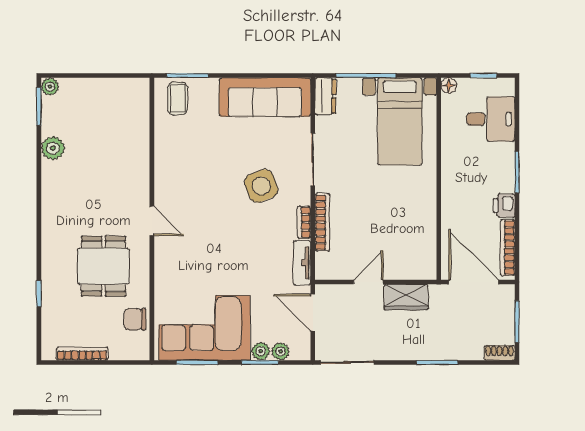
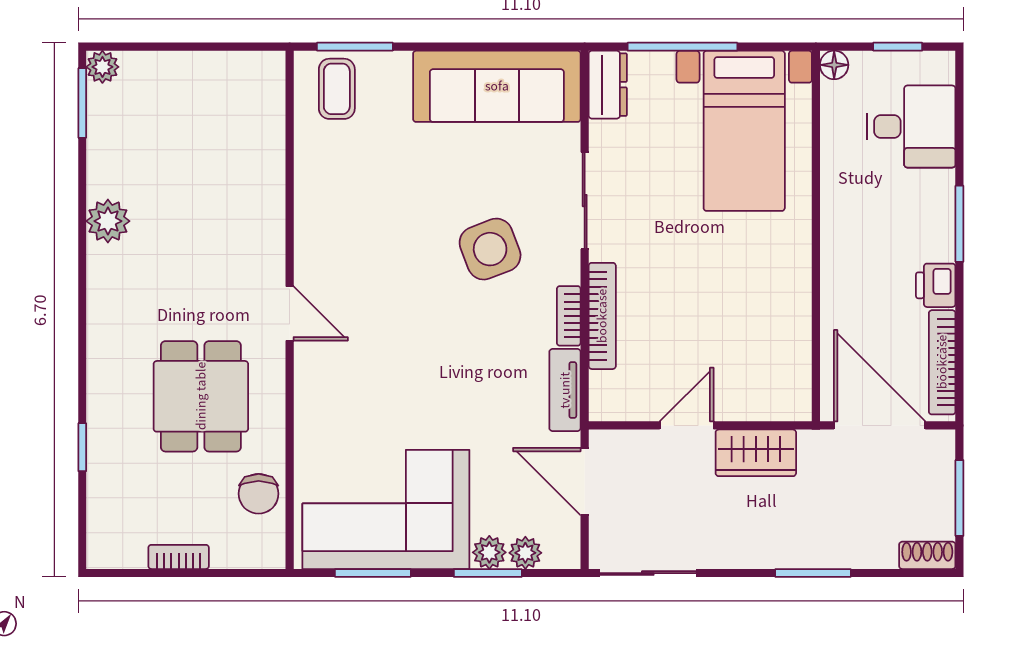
plant: (53, 148) -> (108, 221), moved
chair: (135, 319) -> (259, 494), turned -90
bookcase: (82, 354) -> (179, 557), width x0.64

